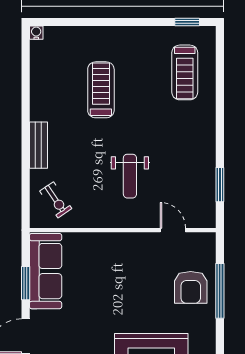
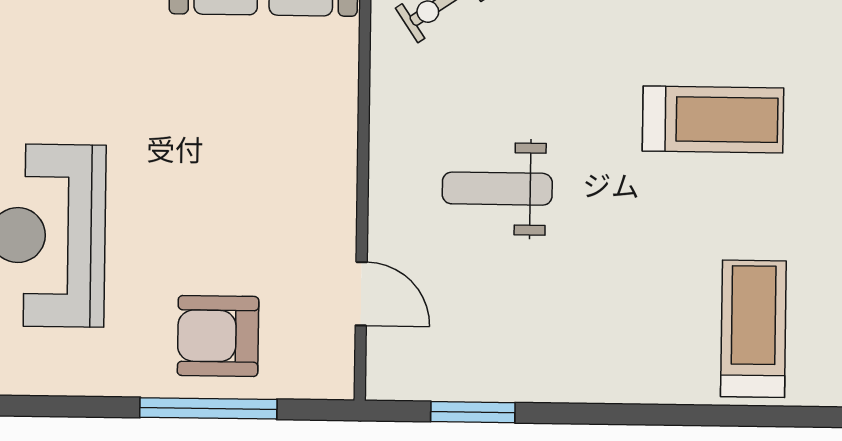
treadmill: (185, 72) -> (753, 329), turned 90
door: (173, 230) -> (361, 294), hinge flipped

